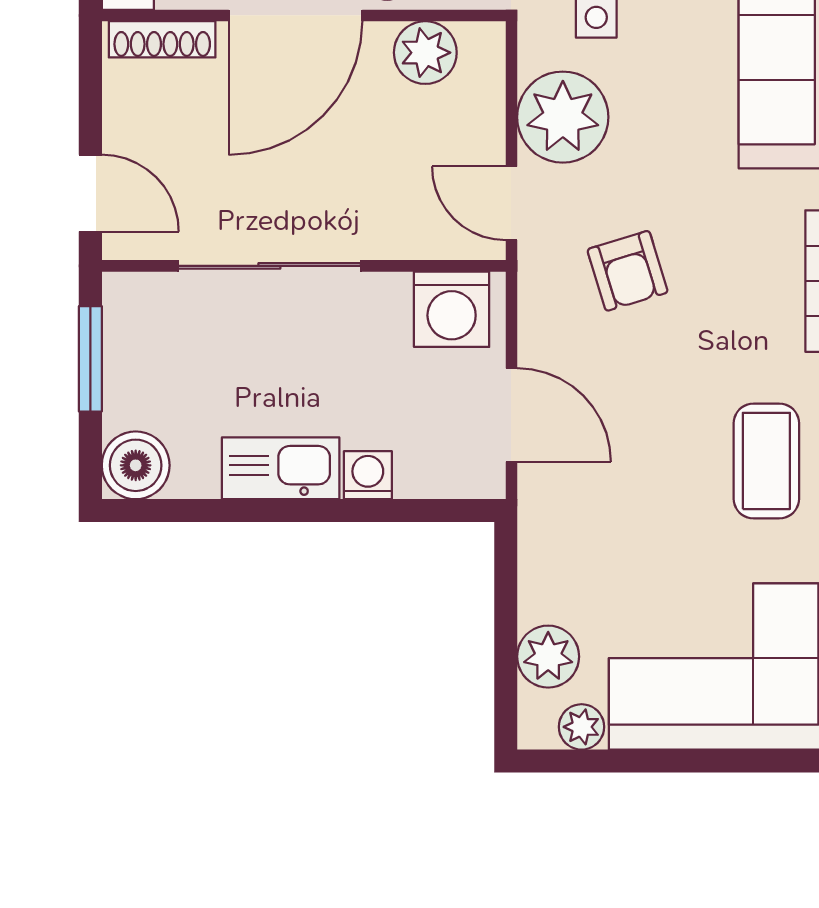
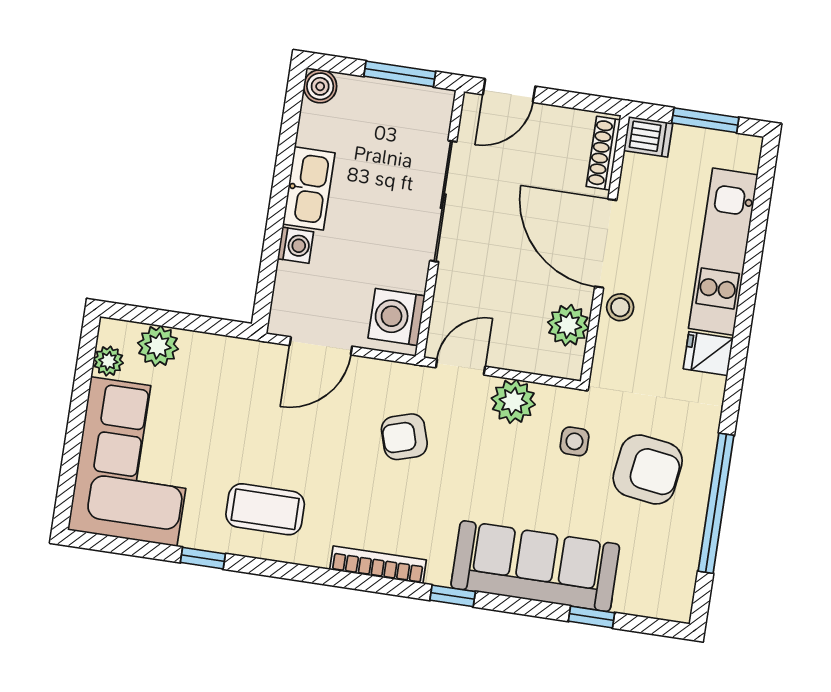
plant: (563, 117) -> (513, 401), width x0.73, depth x0.73
boiler: (136, 465) -> (320, 86), width x0.73, depth x0.73

